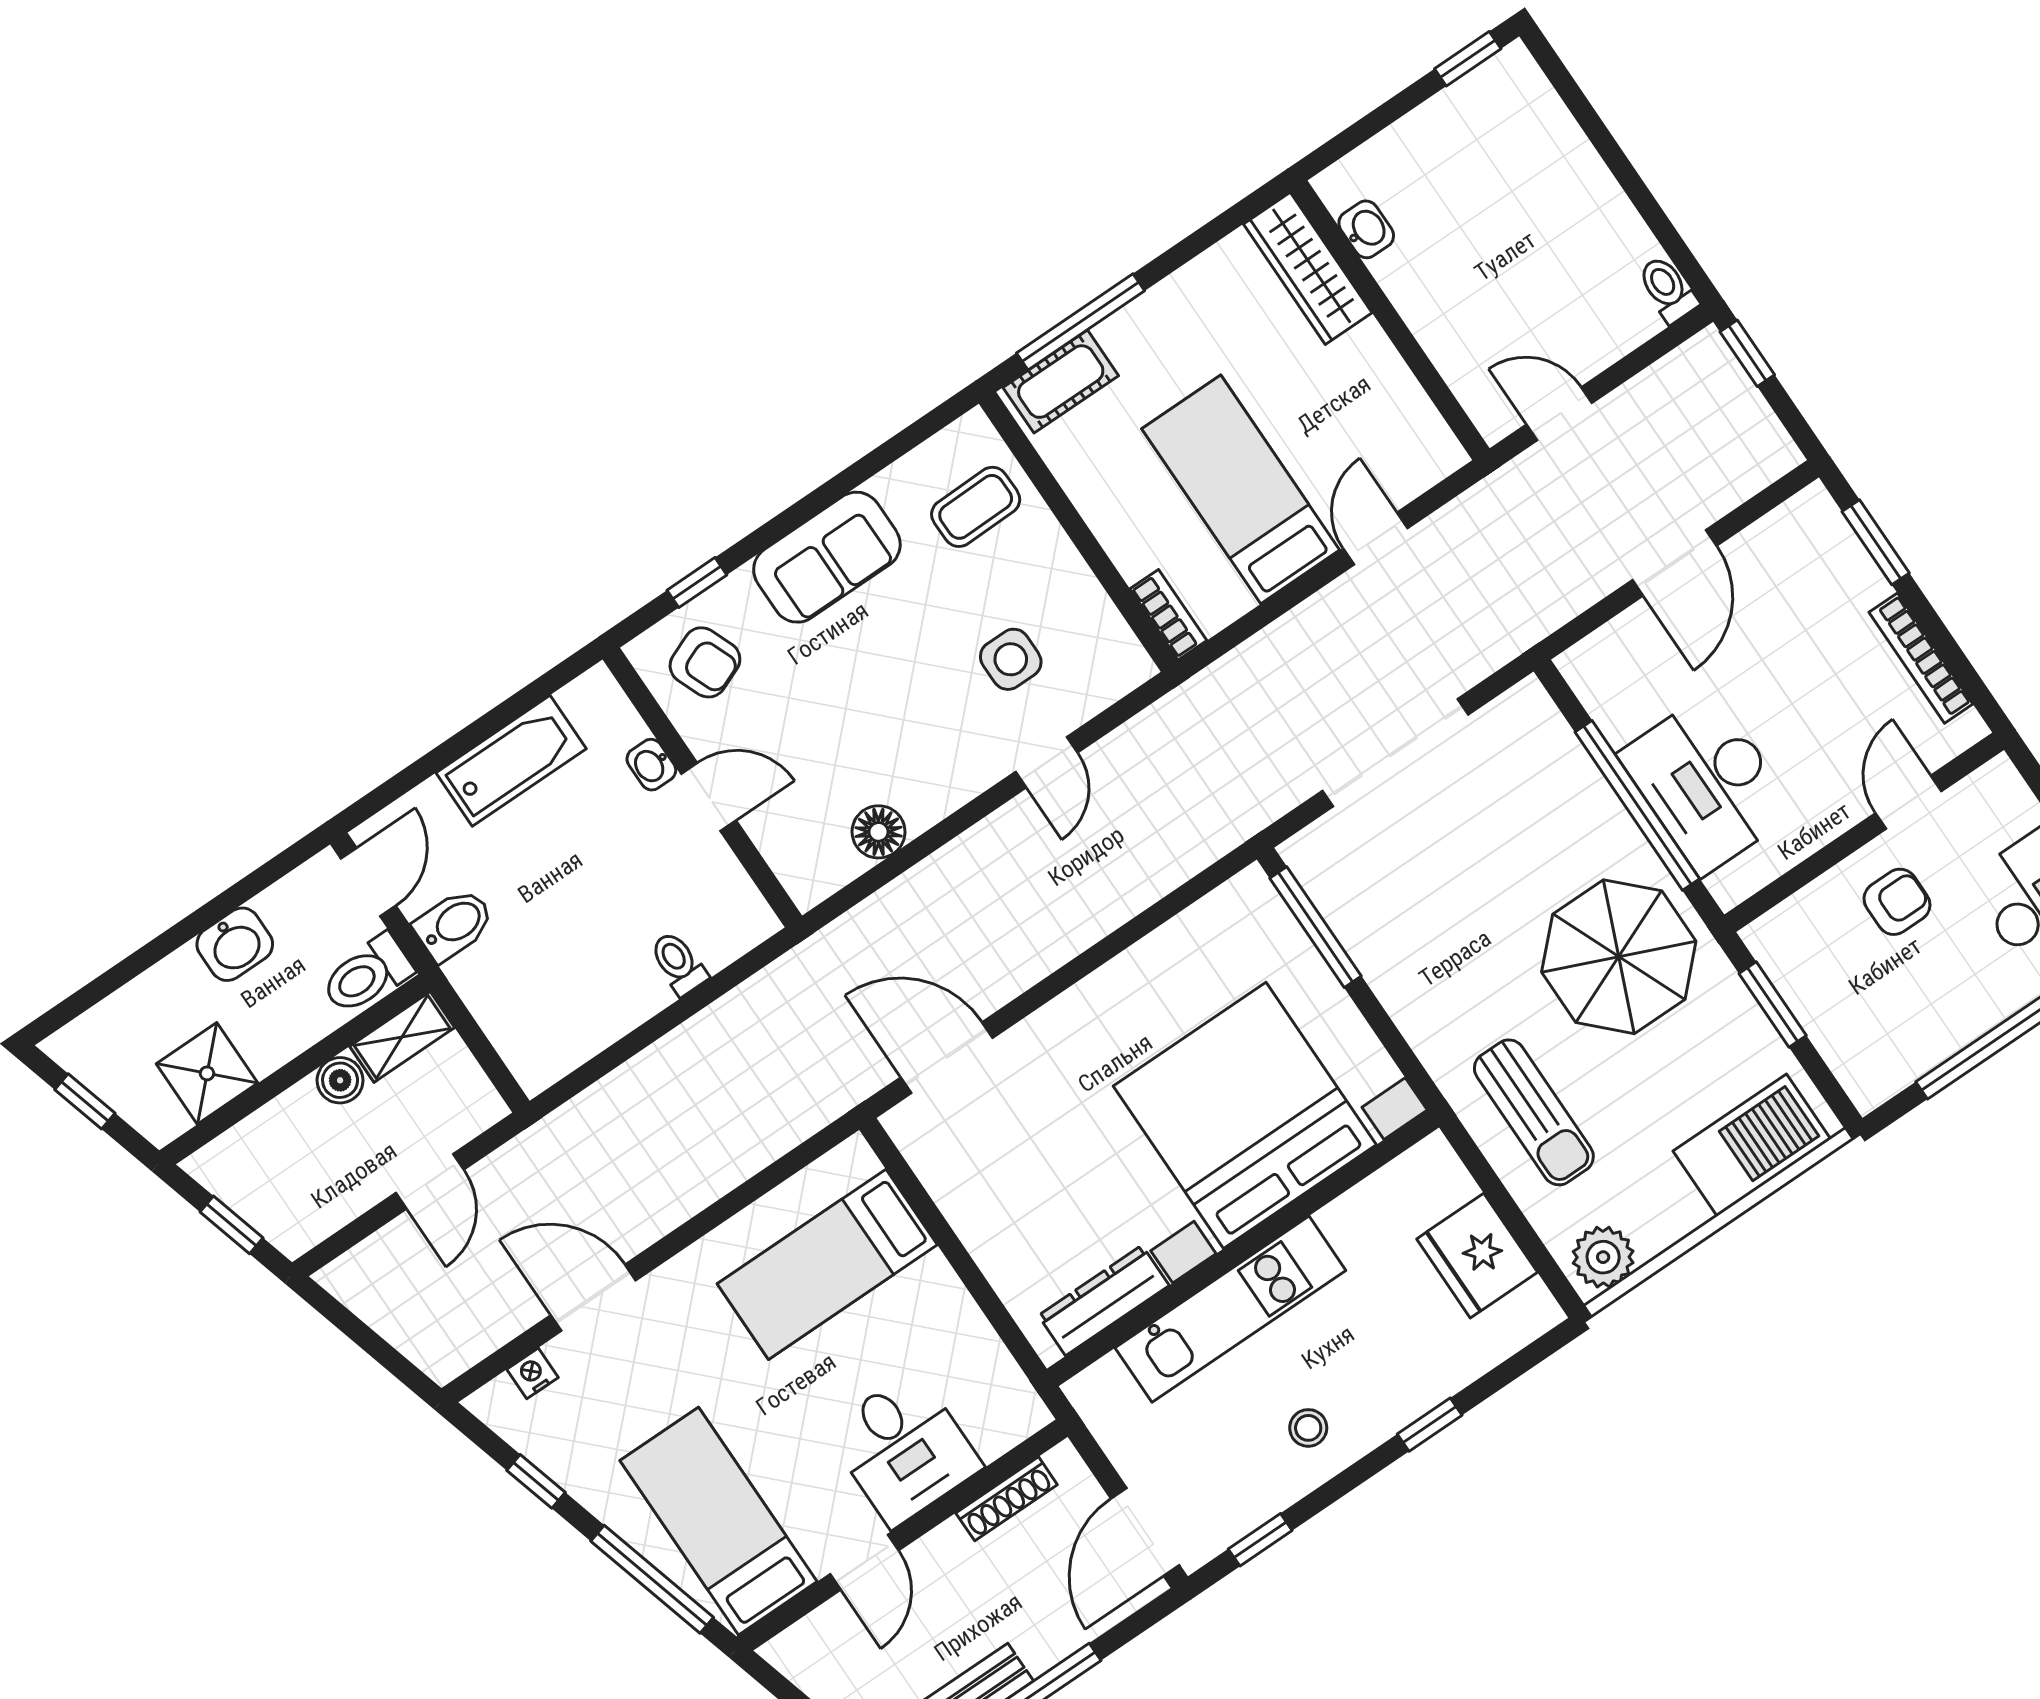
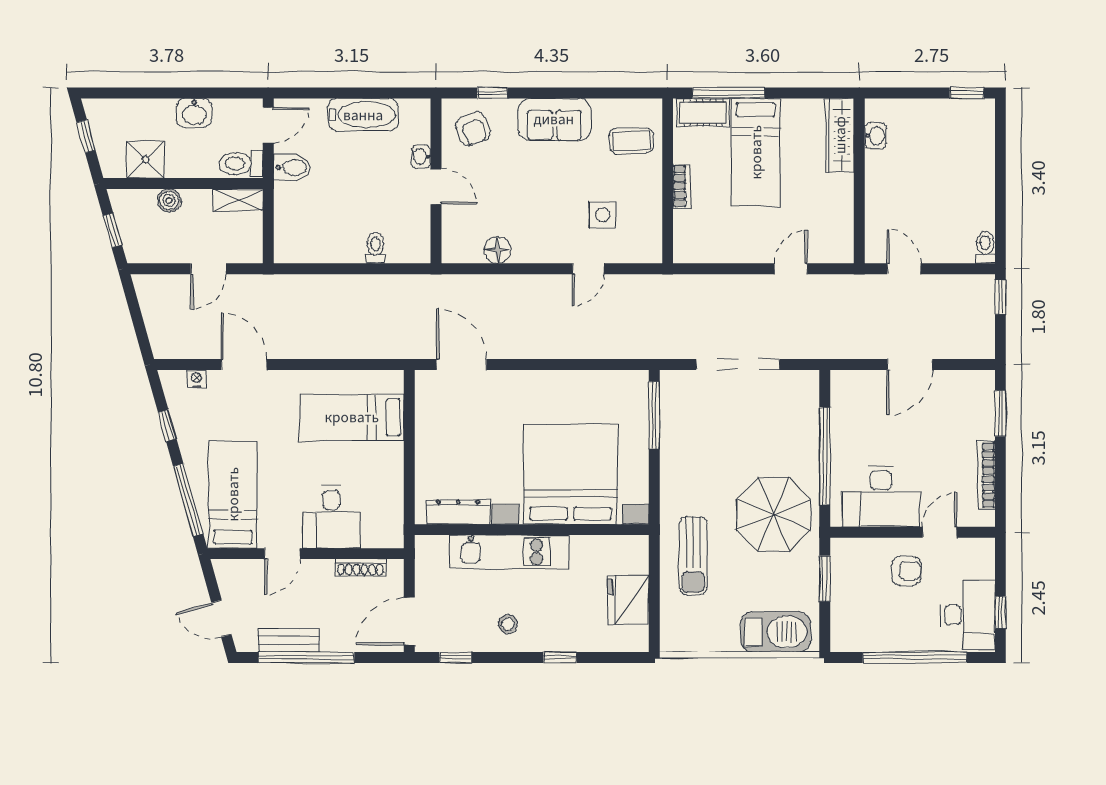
bed: (1241, 489) -> (756, 152), moved, turned 180
bookcase: (1168, 615) -> (682, 186), moved
desk: (1707, 783) -> (881, 497), moved, turned -90
boiler: (340, 1080) -> (169, 200), moved
plant: (1603, 1257) -> (681, 637), removed

